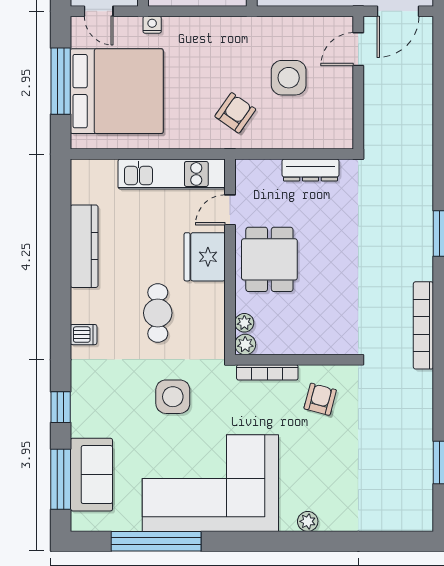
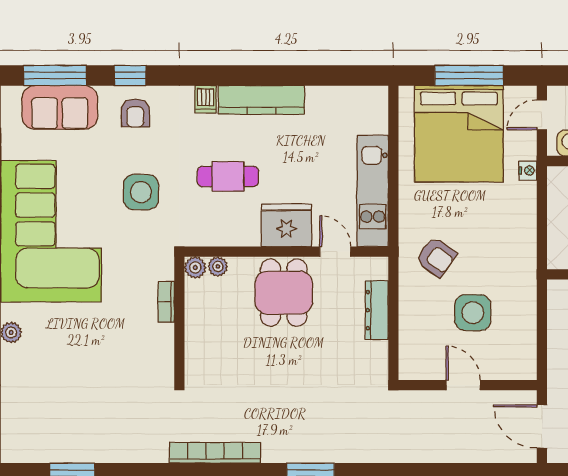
door: (358, 49) -> (463, 385), moved
dresser: (310, 170) -> (377, 310), moved
kitchen counter: (84, 246) -> (261, 100), moved
dining table: (269, 259) -> (284, 293), turned 90
bookcase: (267, 372) -> (166, 302), width x0.64
armchair: (320, 399) -> (135, 113), moved, turned 75

